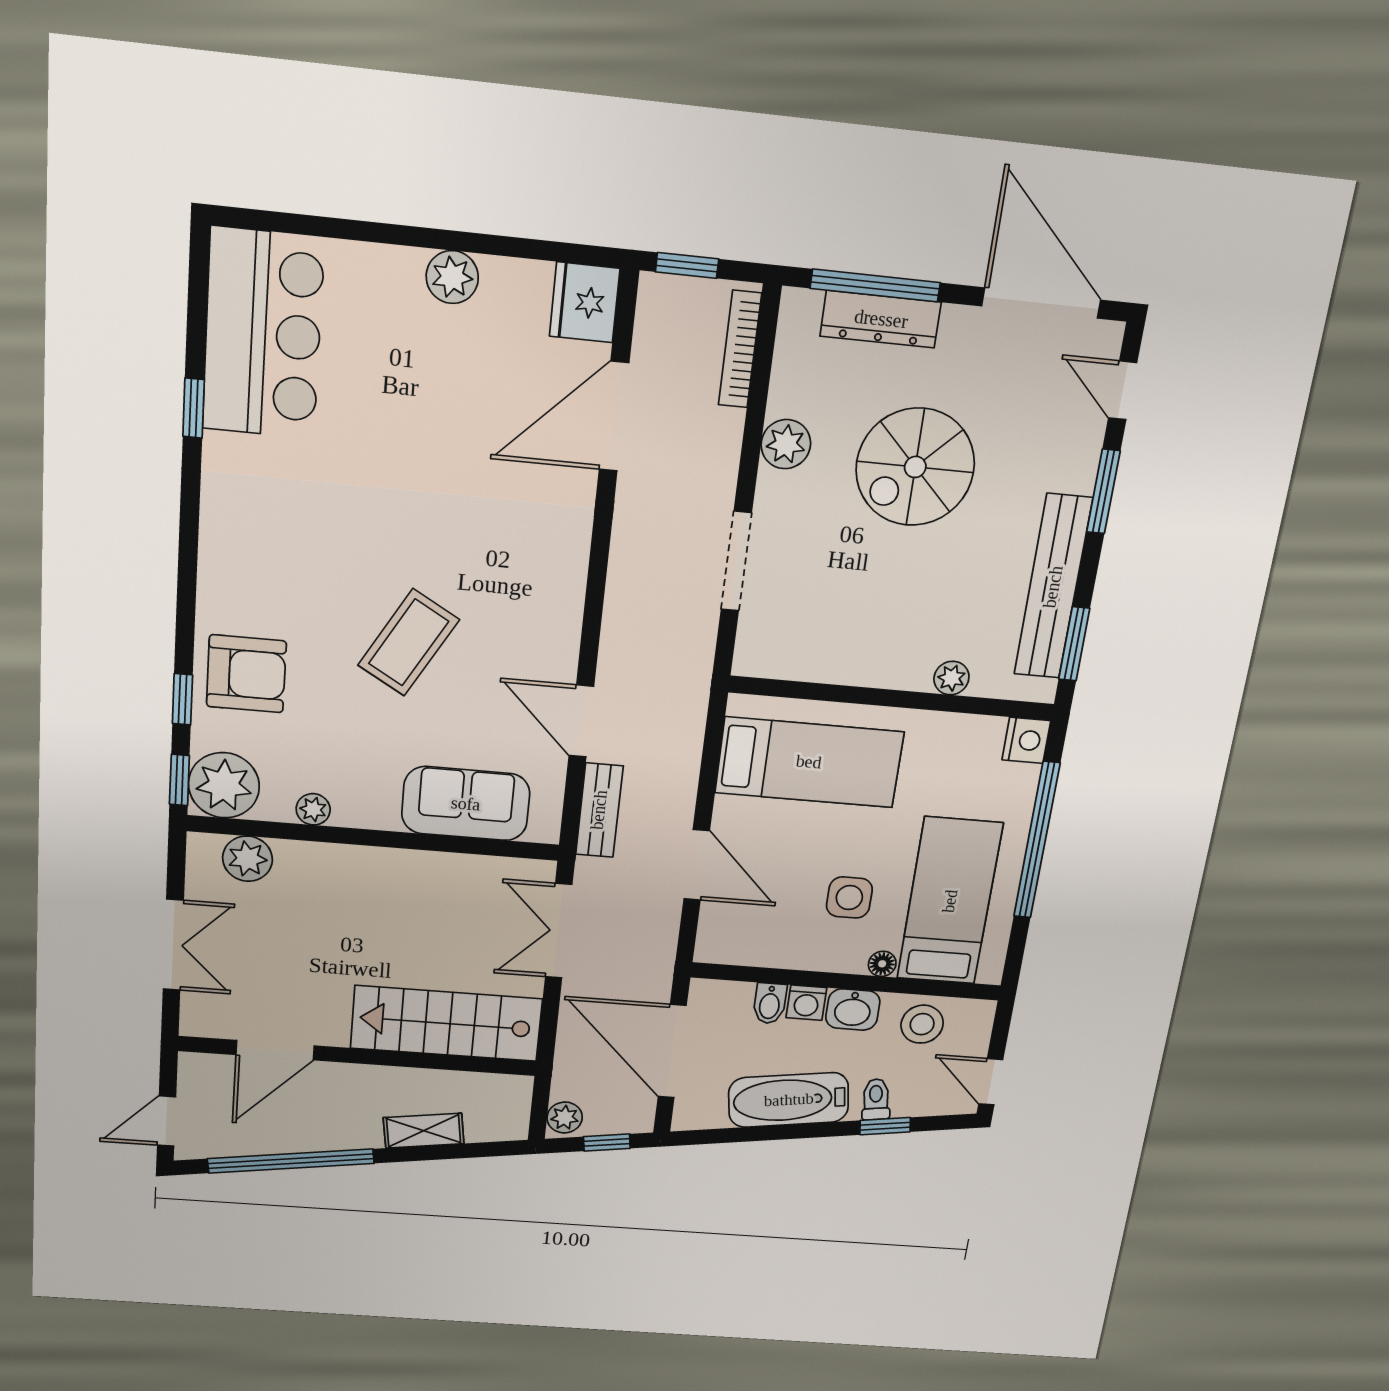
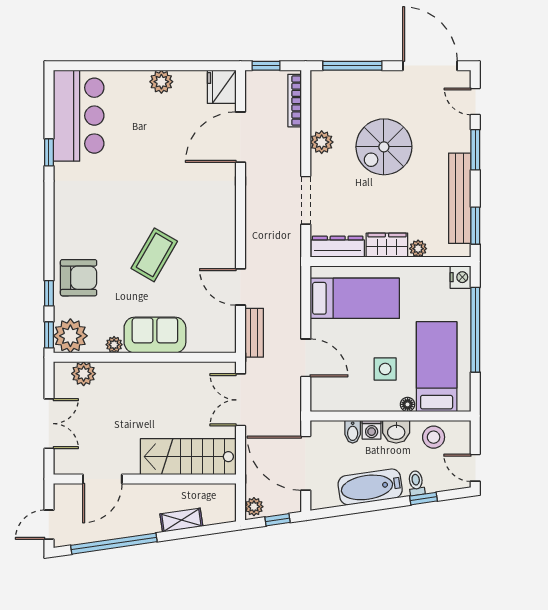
dresser: (881, 319) -> (338, 247), moved, turned 180
wardrobe: (890, 666) -> (387, 245), added
sofa: (466, 804) -> (155, 335), moved

